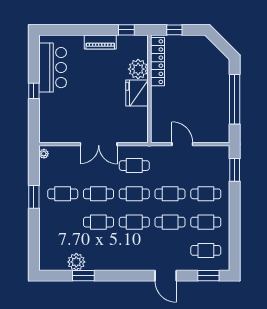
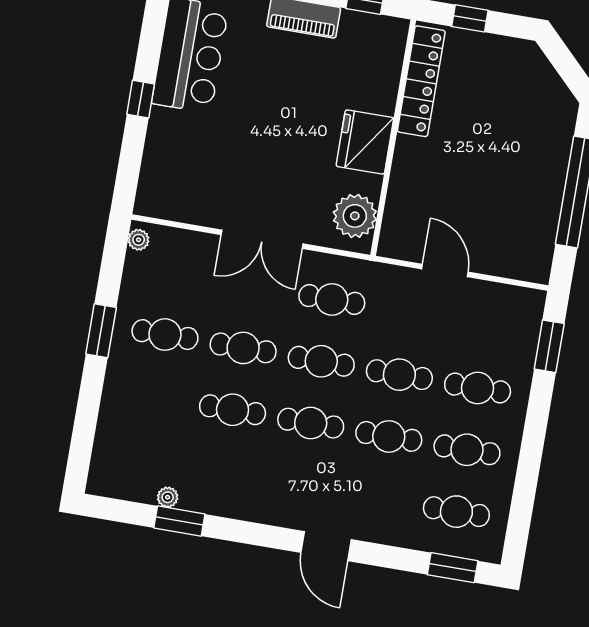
plant: (138, 69) -> (355, 216), moved
plant: (76, 262) -> (168, 497), width x0.53, depth x0.53
door: (166, 276) -> (326, 546), moved

